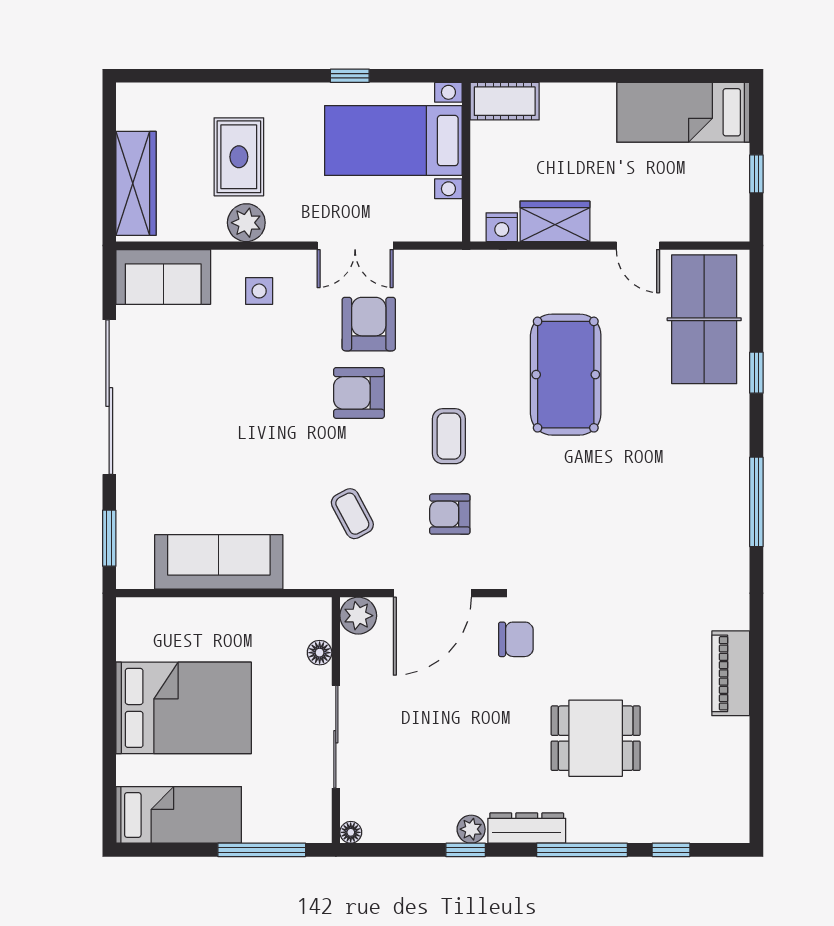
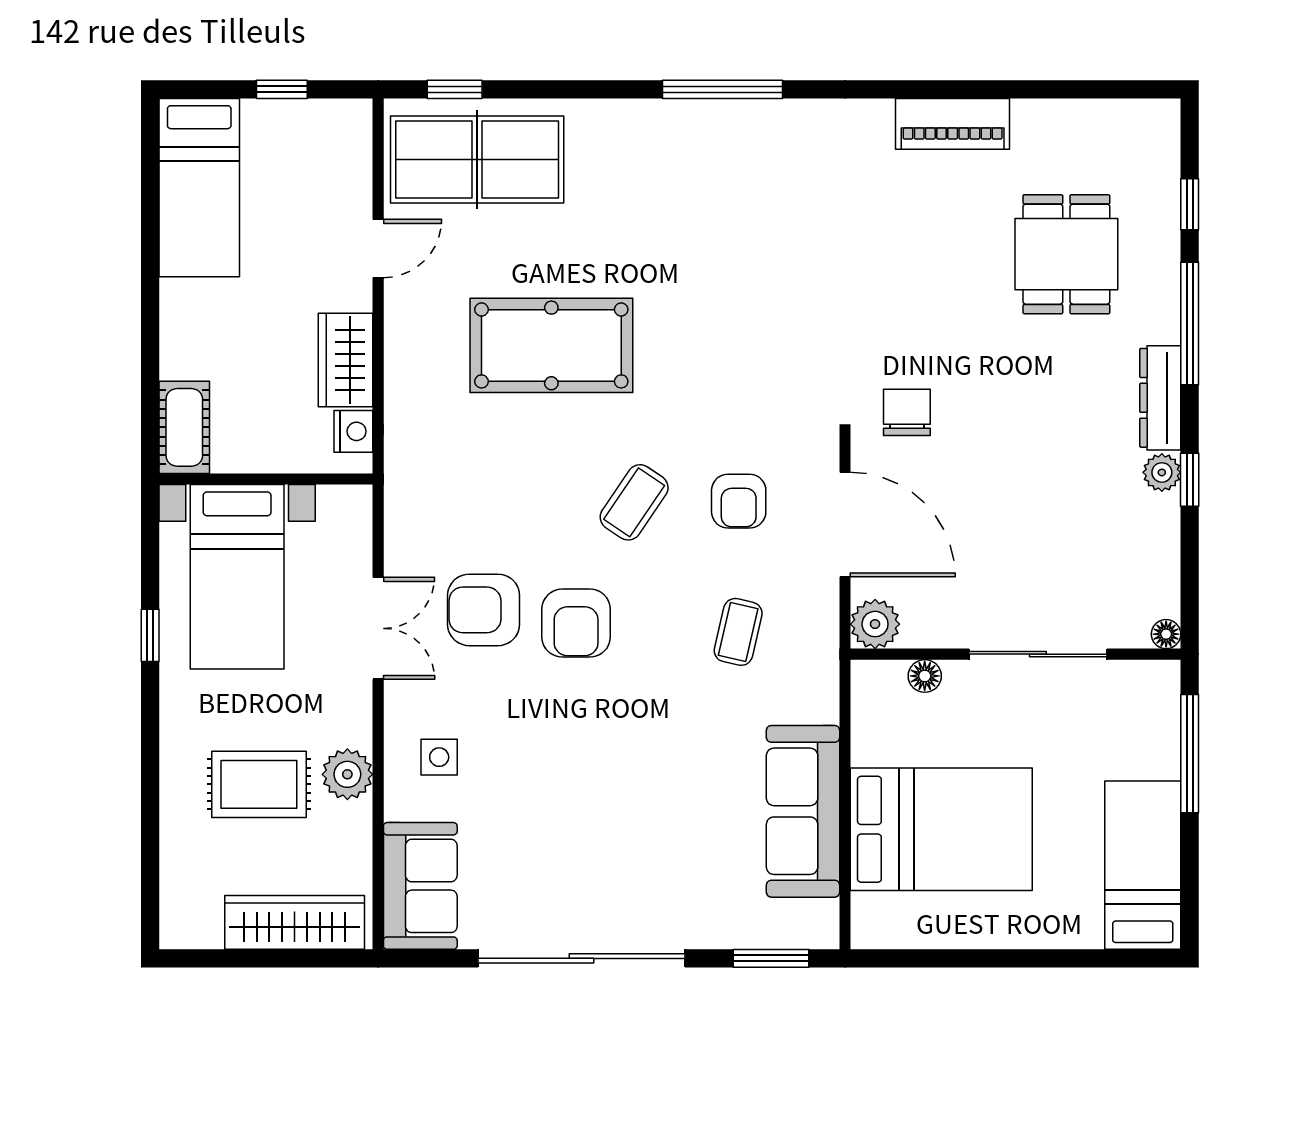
window: (756, 373) -> (455, 89), moved
coffee table: (449, 436) -> (634, 502), turned -56
coffee table: (352, 514) -> (738, 632), turned -49
bed: (184, 708) -> (941, 829), moved, turned 90
dining table: (596, 738) -> (1066, 254), moved

